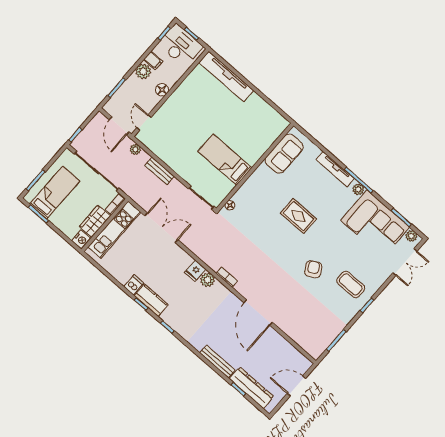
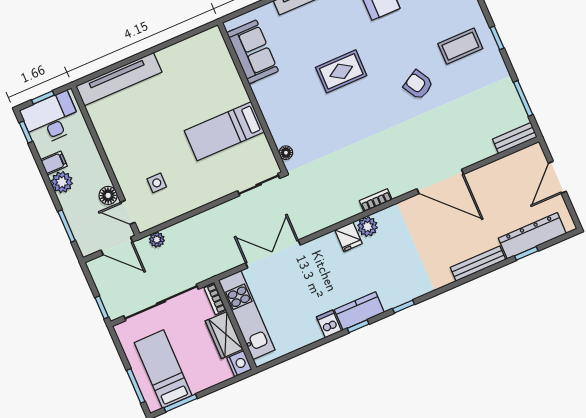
floor lamp: (162, 90) -> (108, 195), moved
side table: (172, 132) -> (157, 183), added
bench: (160, 171) -> (515, 138), moved

